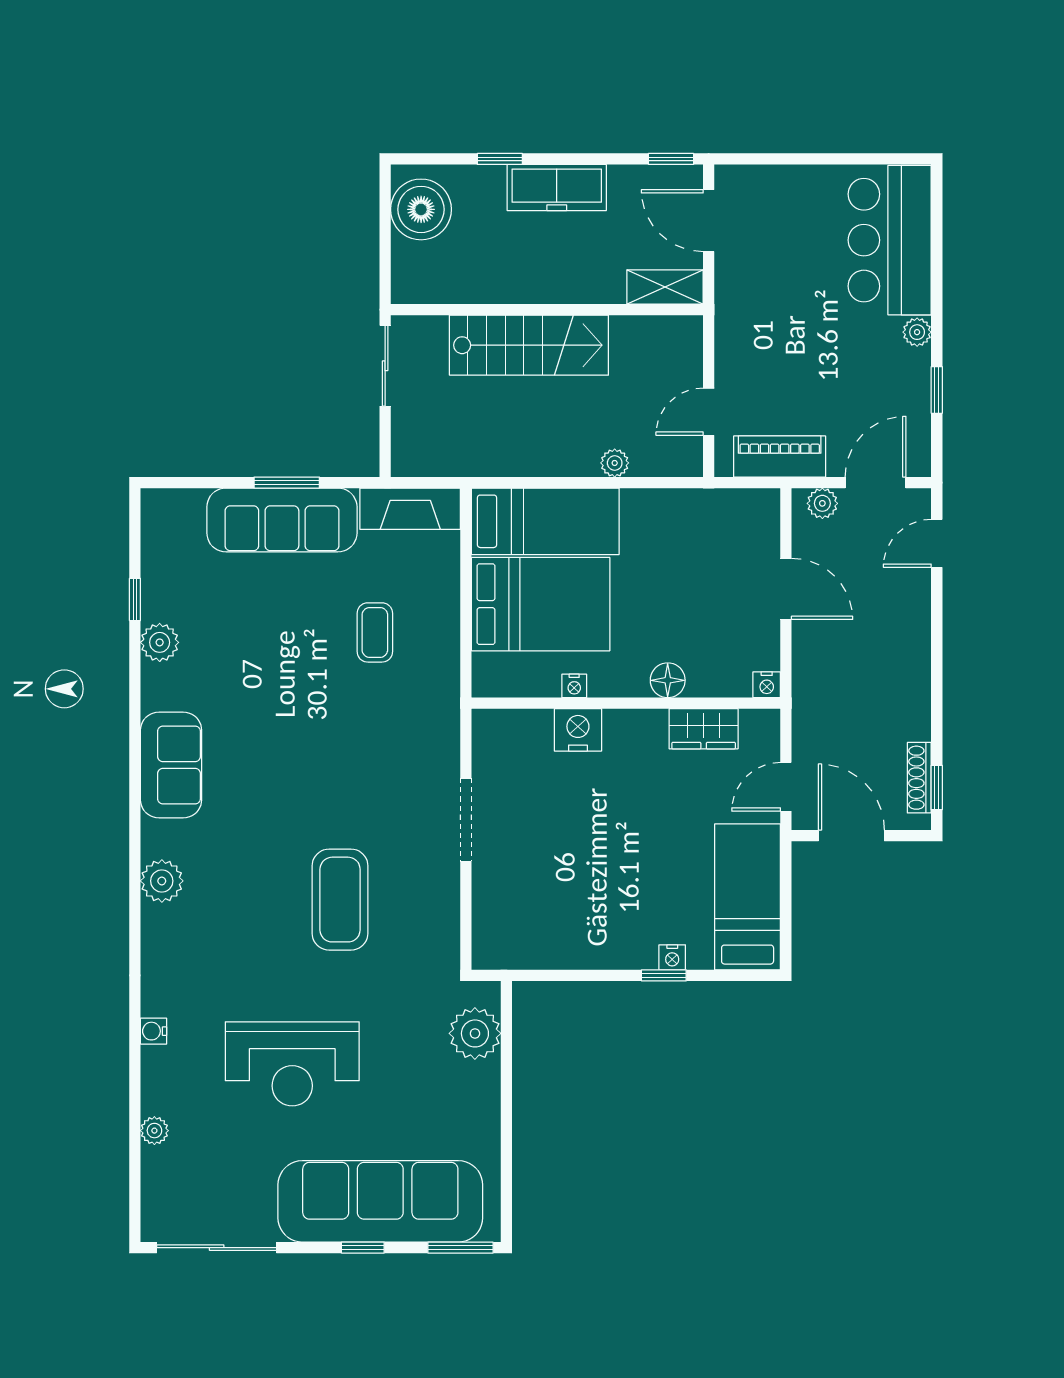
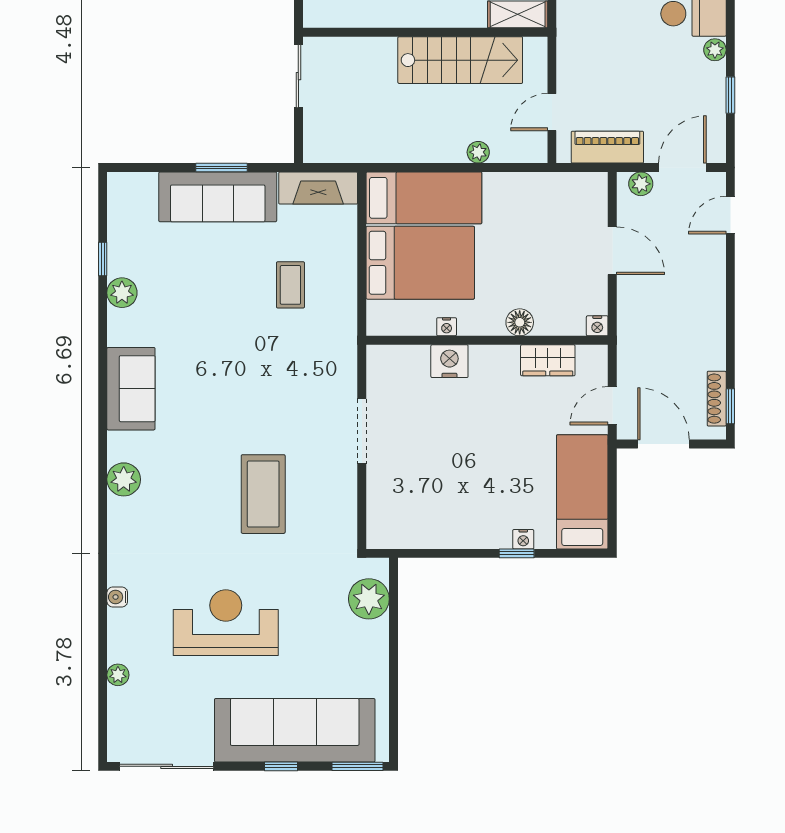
stairs: (529, 345) -> (460, 60), moved
reception desk: (292, 1064) -> (226, 623), turned 180

